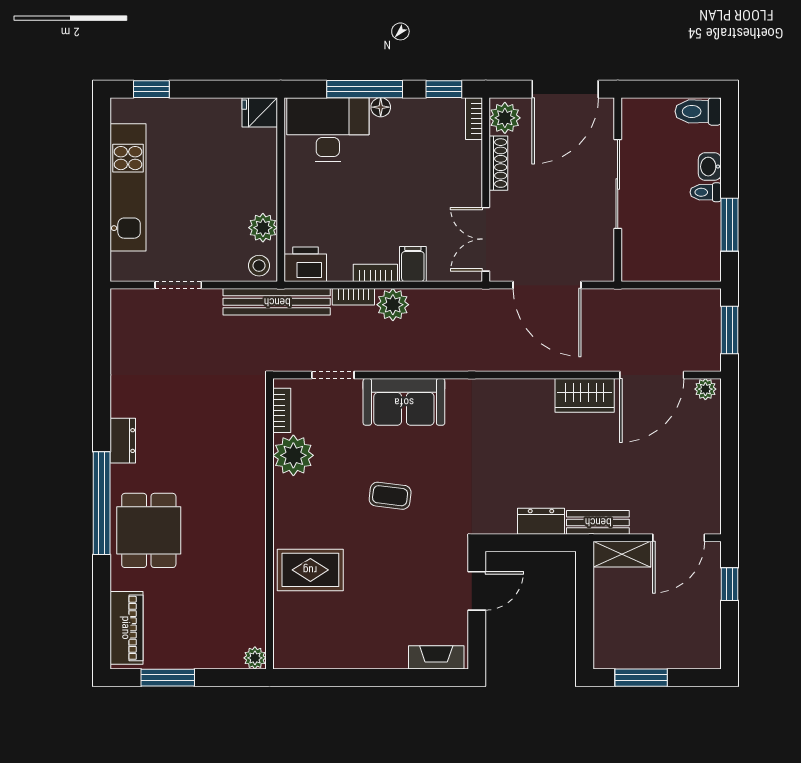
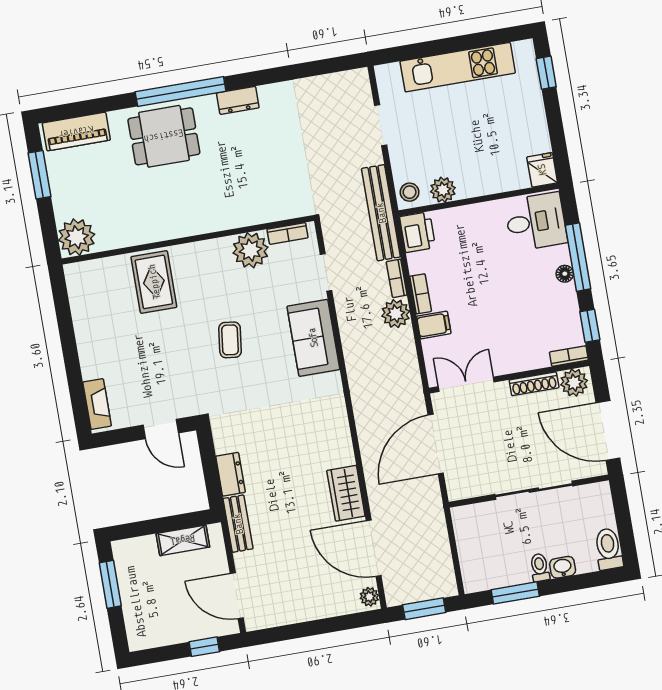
desk: (328, 130) -> (536, 222), width x0.73
shelving: (622, 554) -> (183, 540), moved, turned 90
plant: (255, 658) -> (77, 237), width x1.88, depth x1.88

